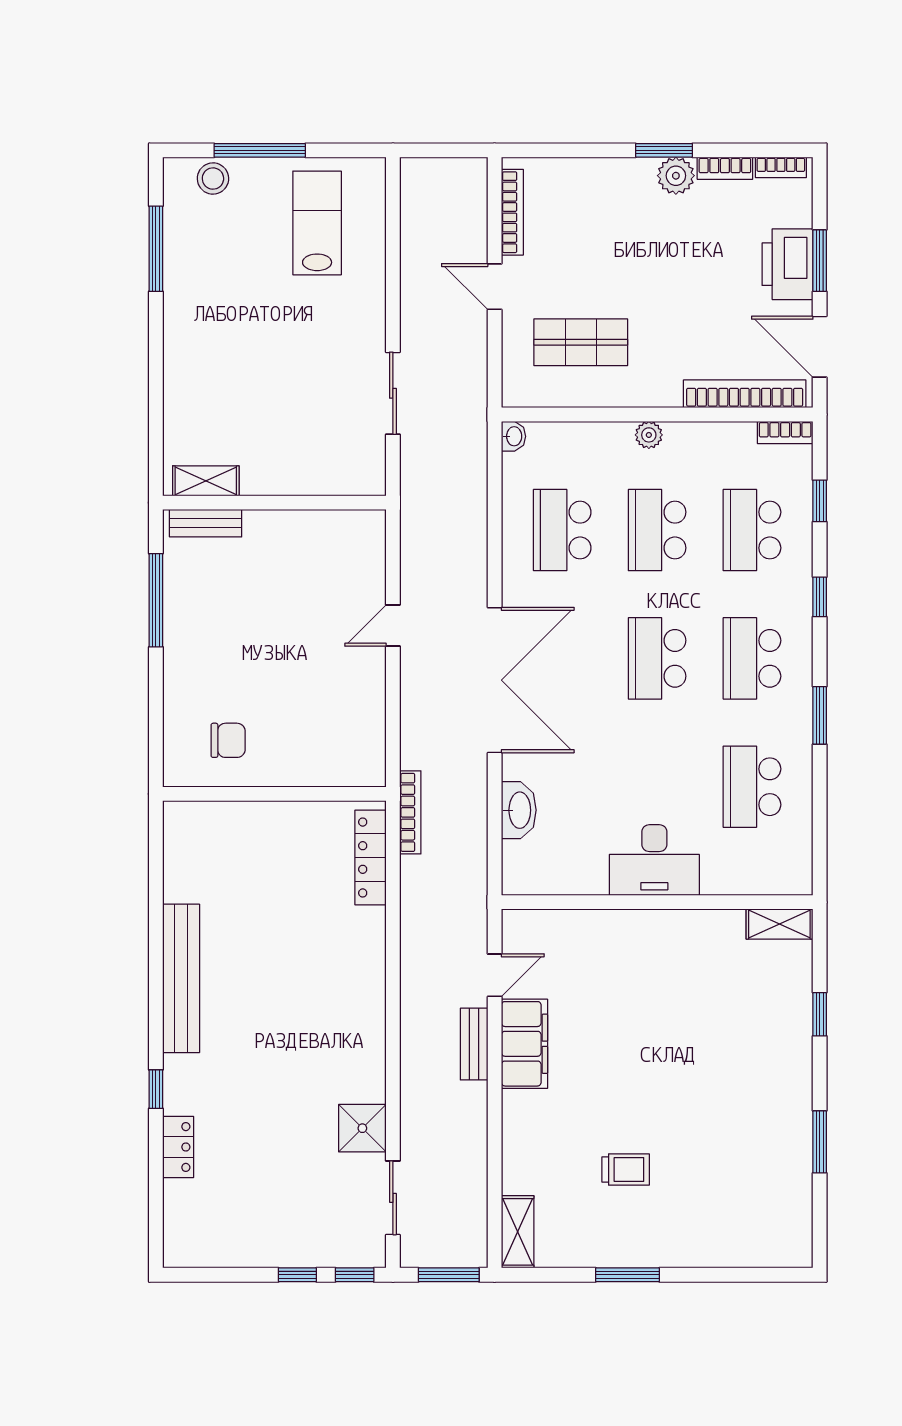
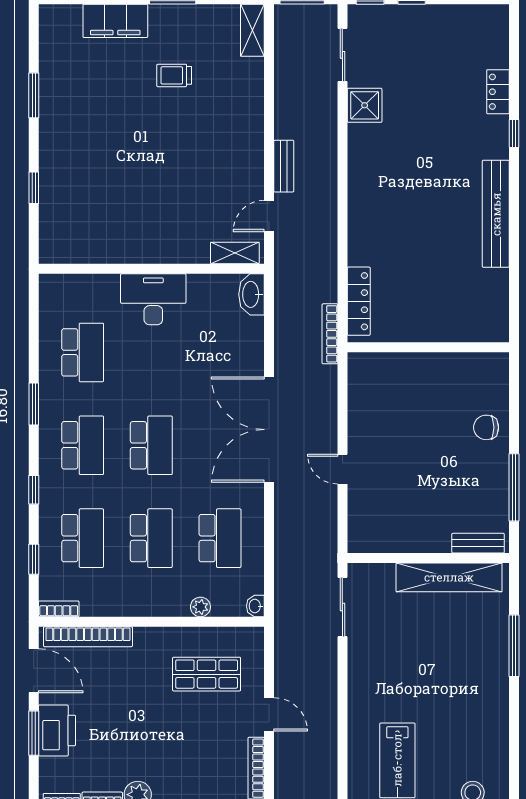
window: (156, 249) -> (514, 646), moved
sliding door: (393, 393) -> (342, 607), moved
plant: (649, 435) -> (200, 607), moved
shelving: (206, 481) -> (449, 577), width x2.20, depth x1.33
door: (393, 626) -> (342, 469), swing flipped
chair: (228, 740) -> (486, 427), moved
washbasin: (519, 810) -> (251, 294), moved
shelving: (779, 924) -> (235, 253), moved
filing cabinet: (524, 1044) -> (115, 21), moved, turned -90

